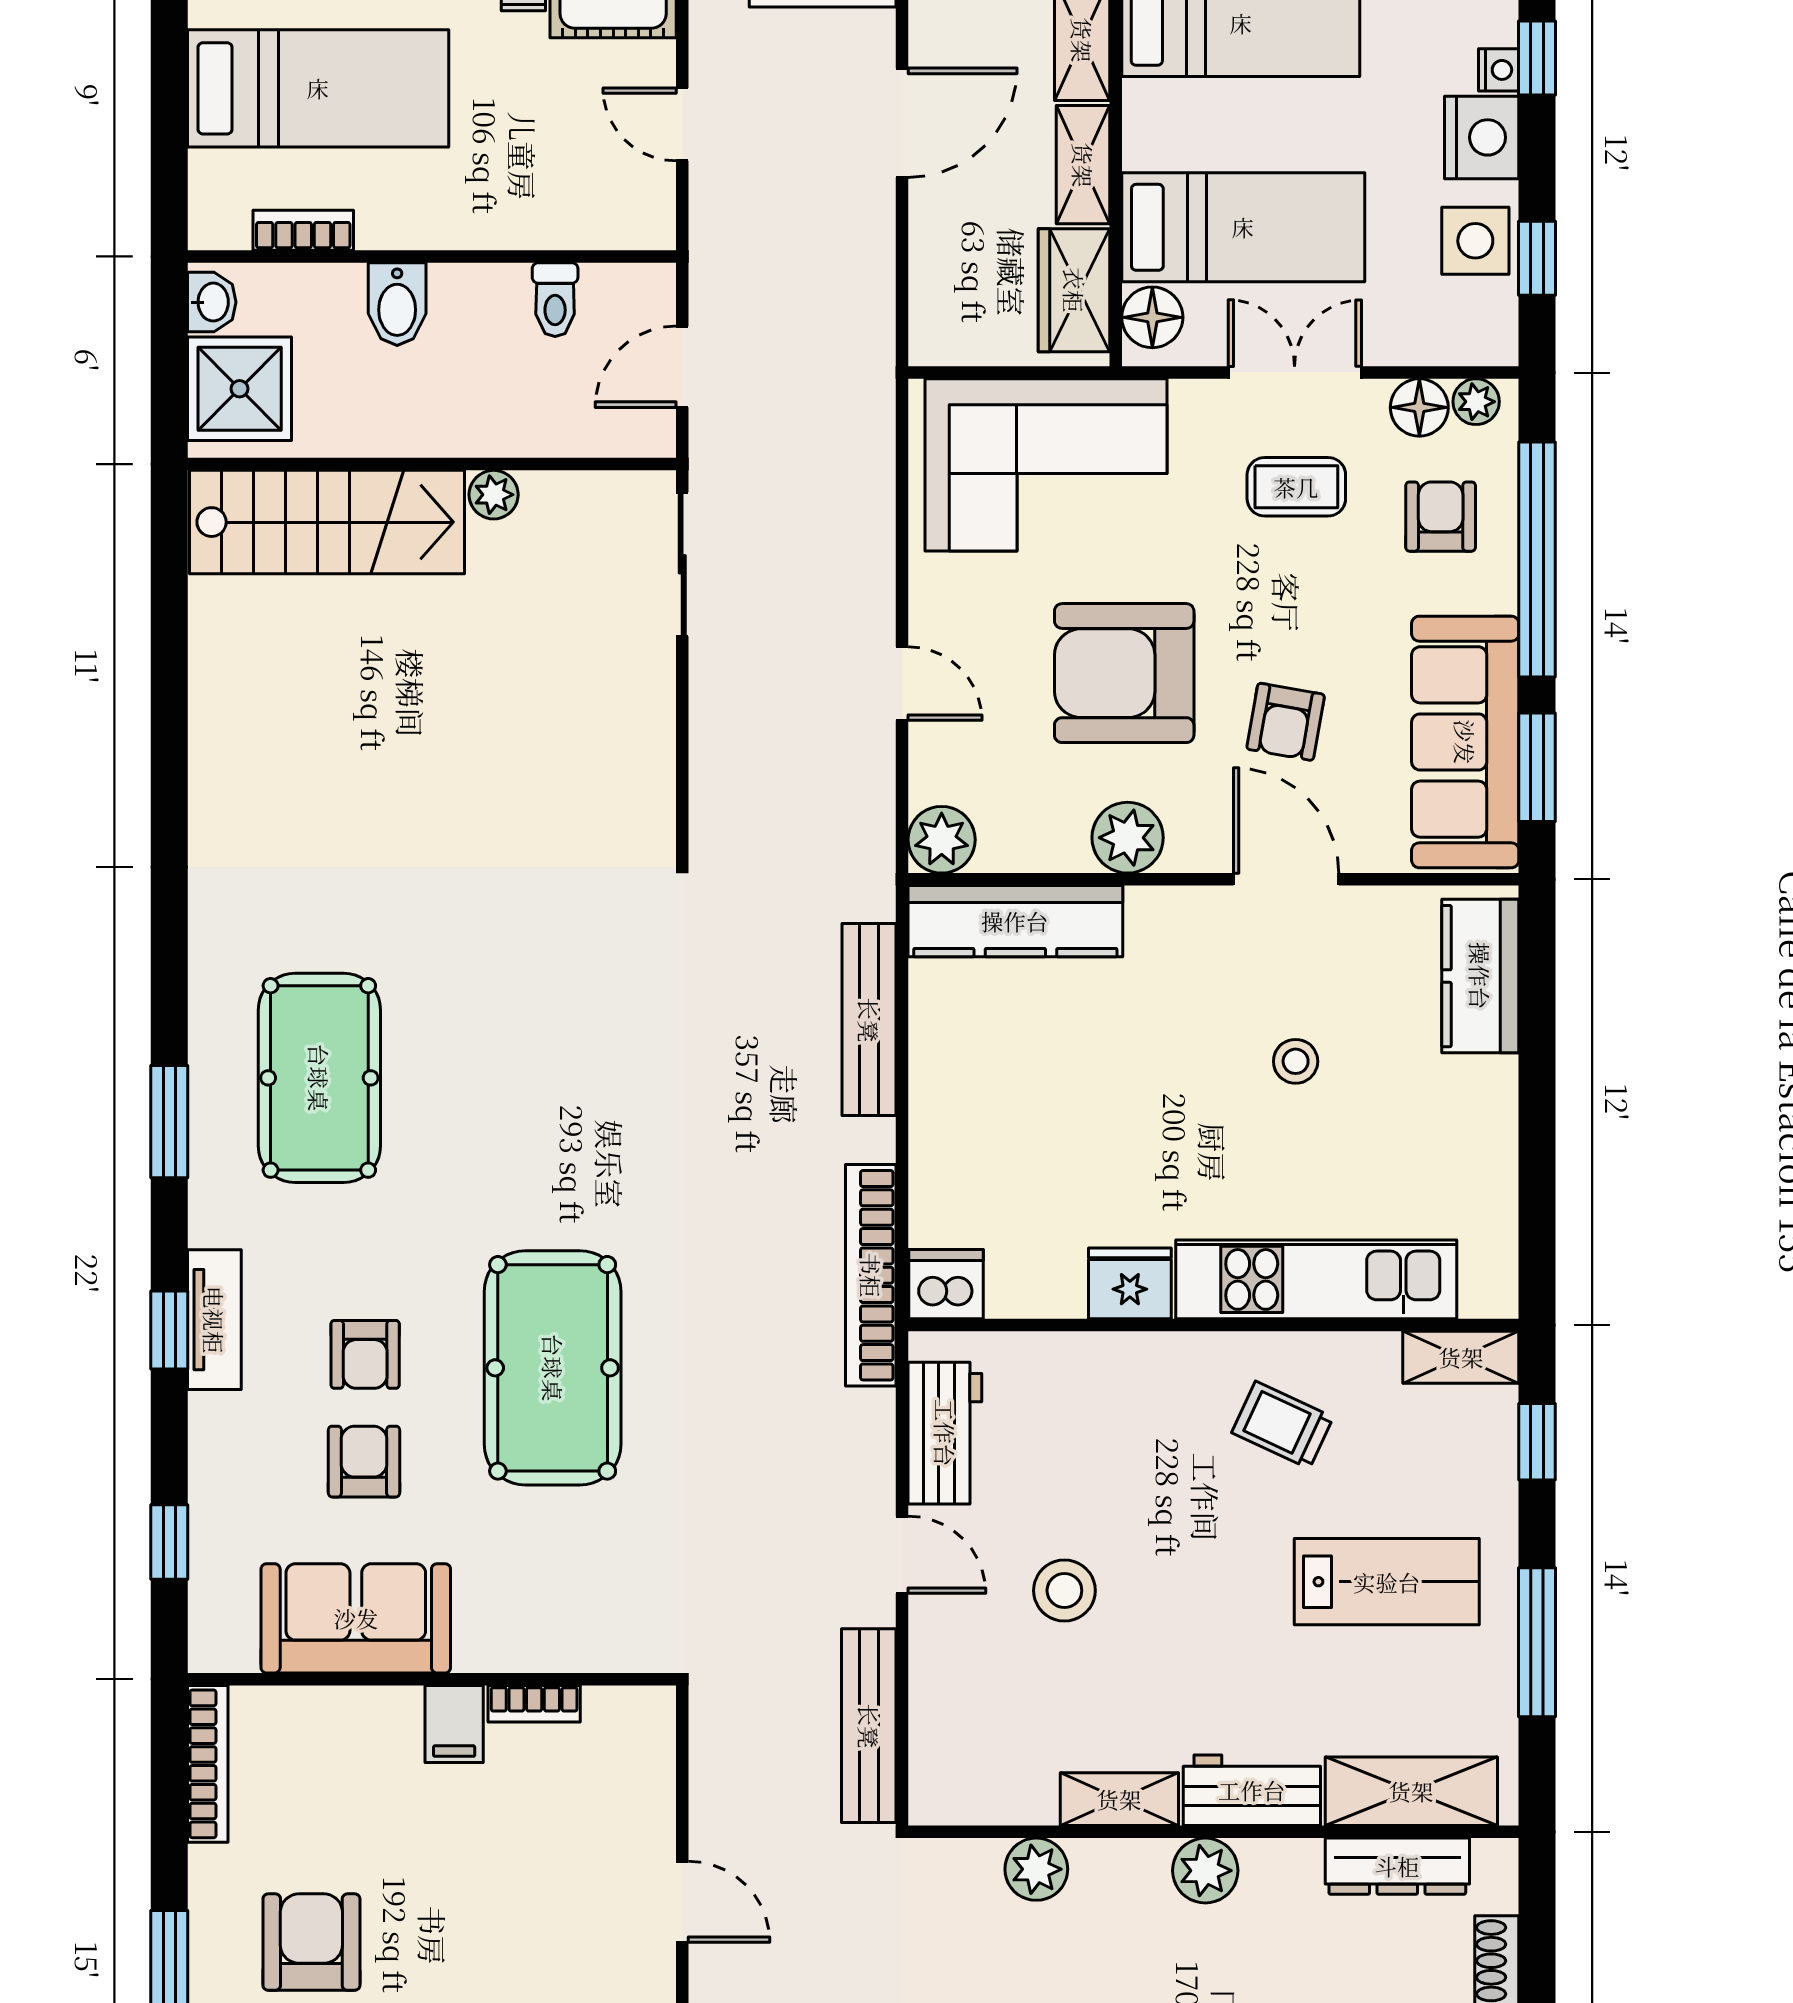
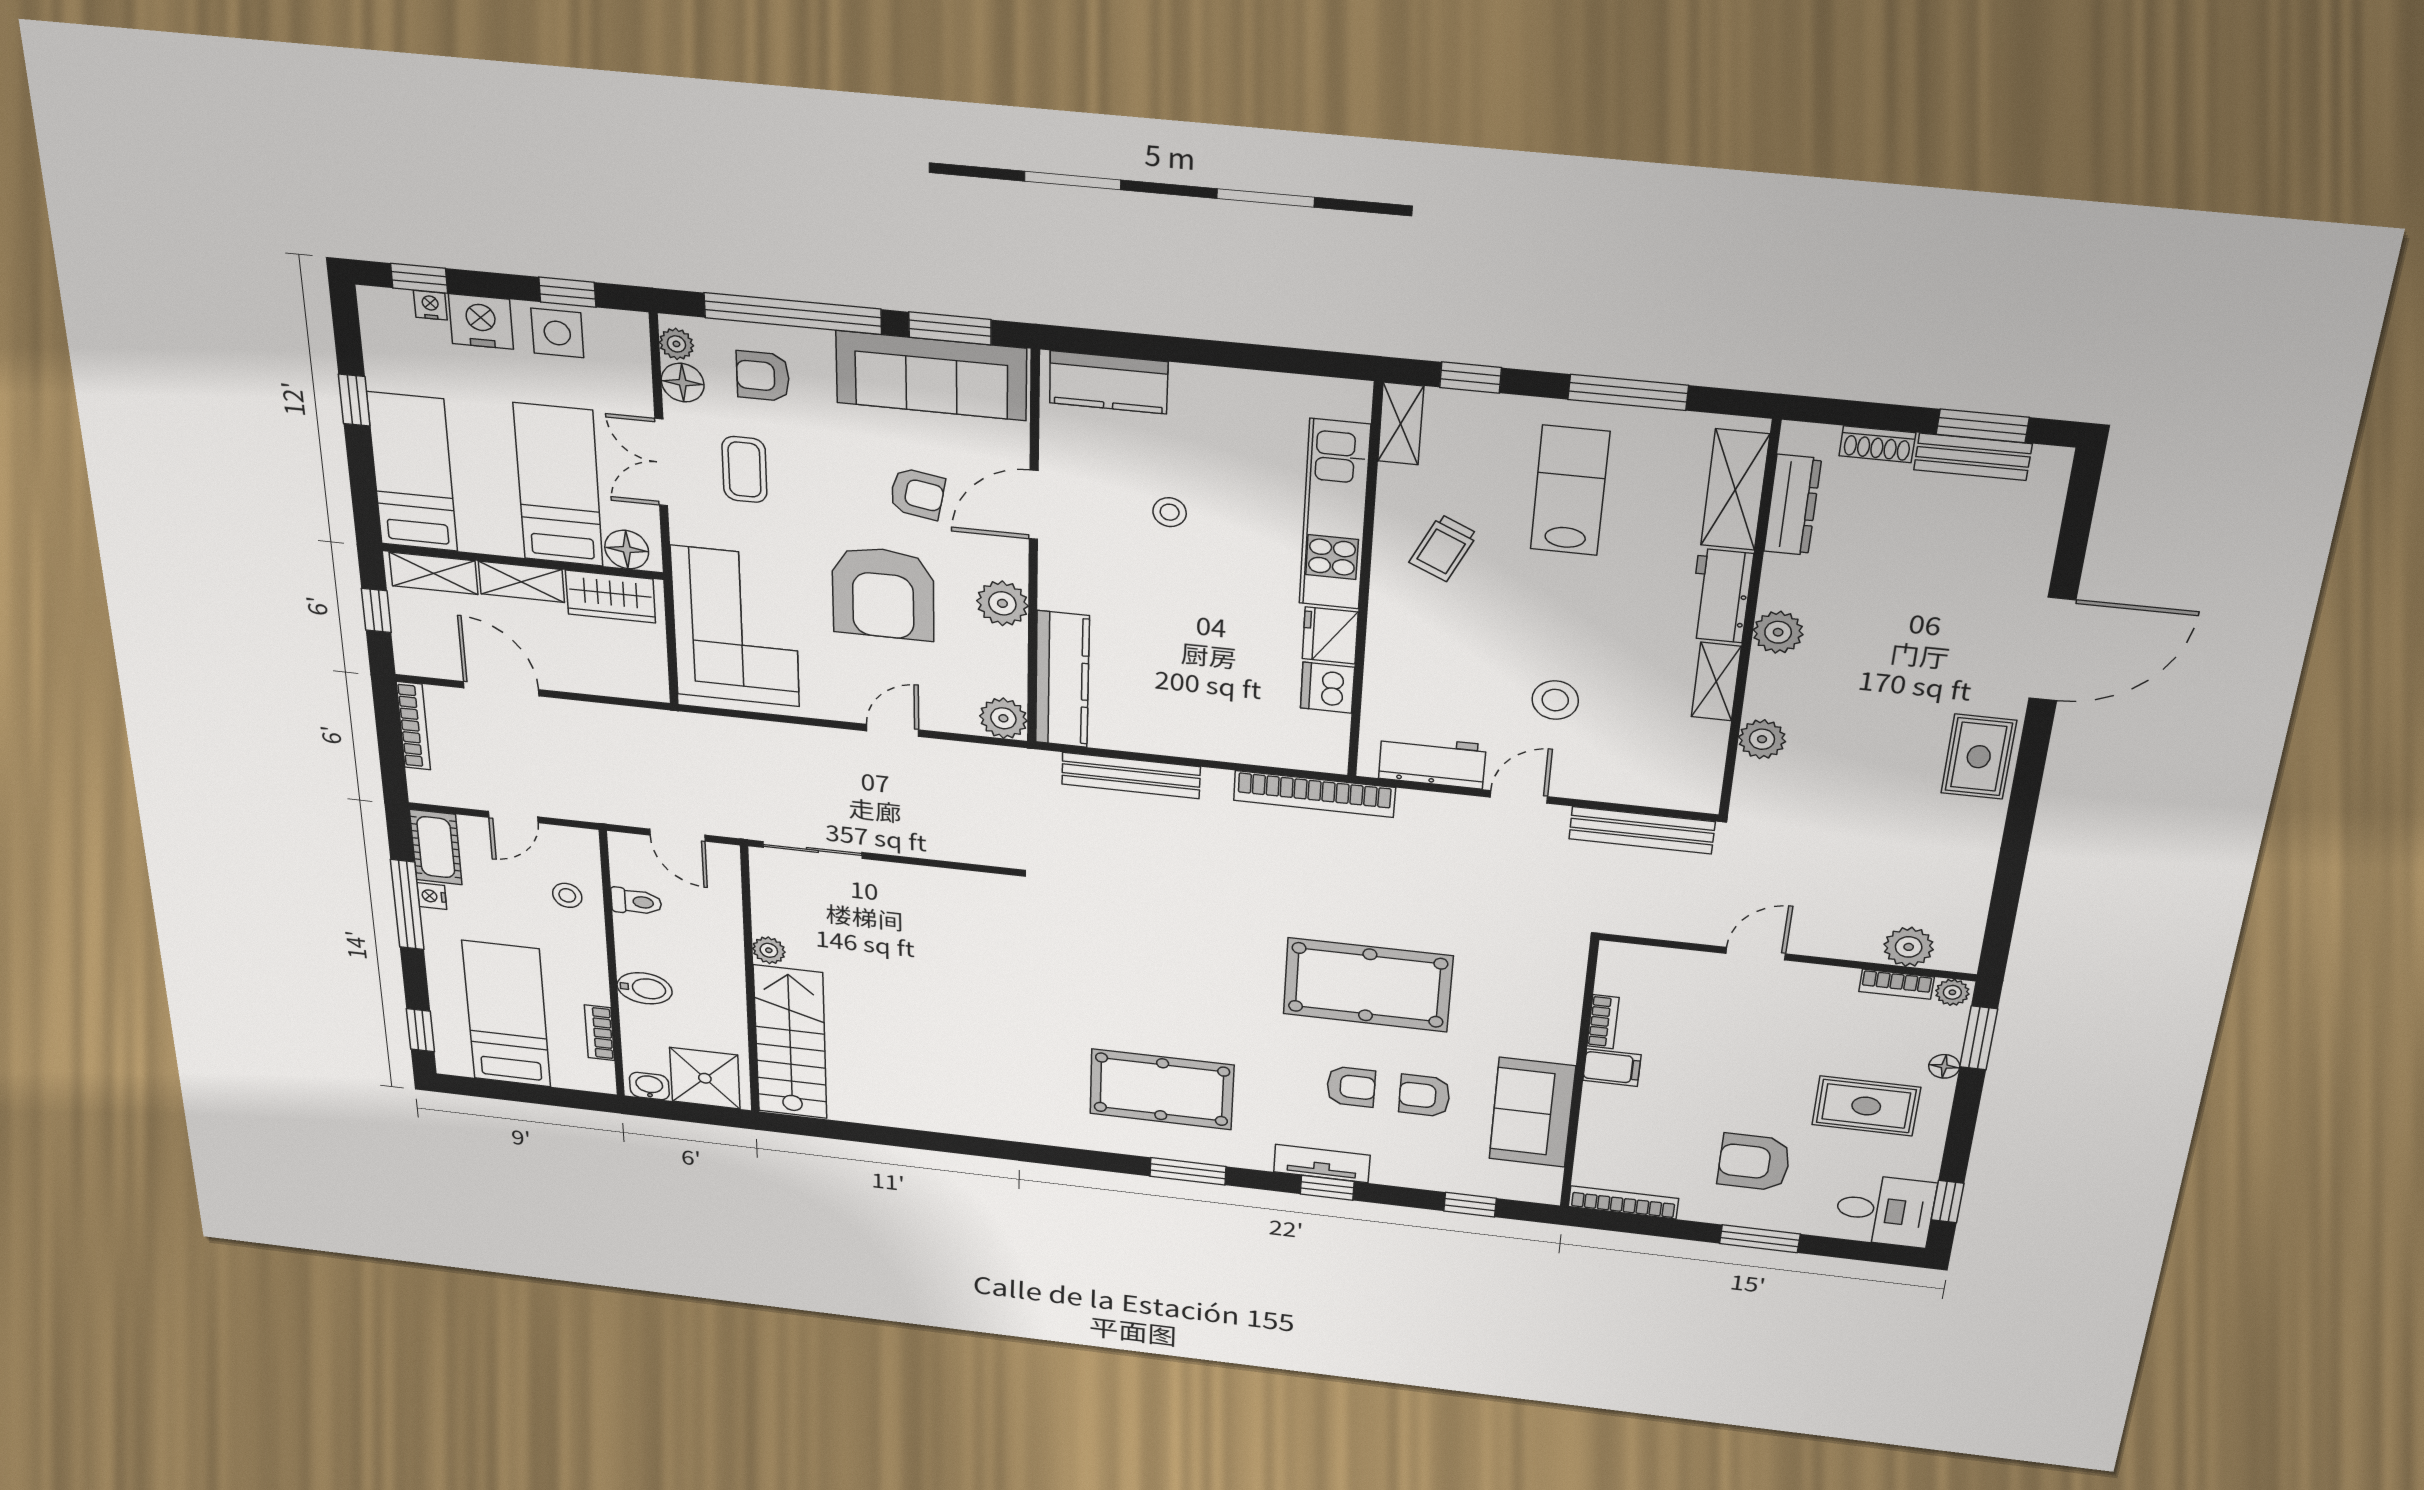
stool: (552, 196) -> (567, 895), added
dishwasher: (946, 1284) -> (1327, 688), moved

